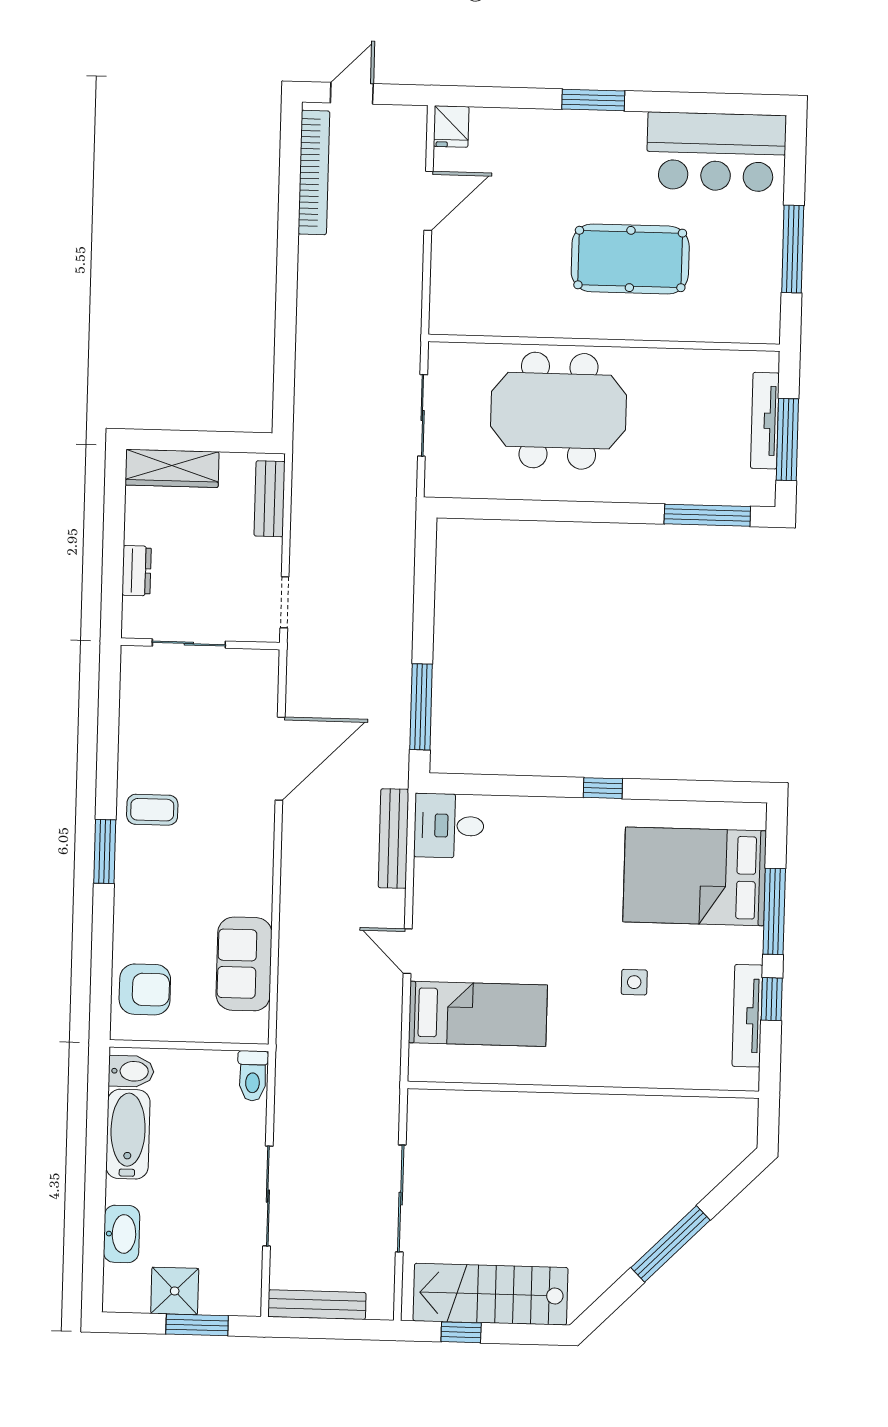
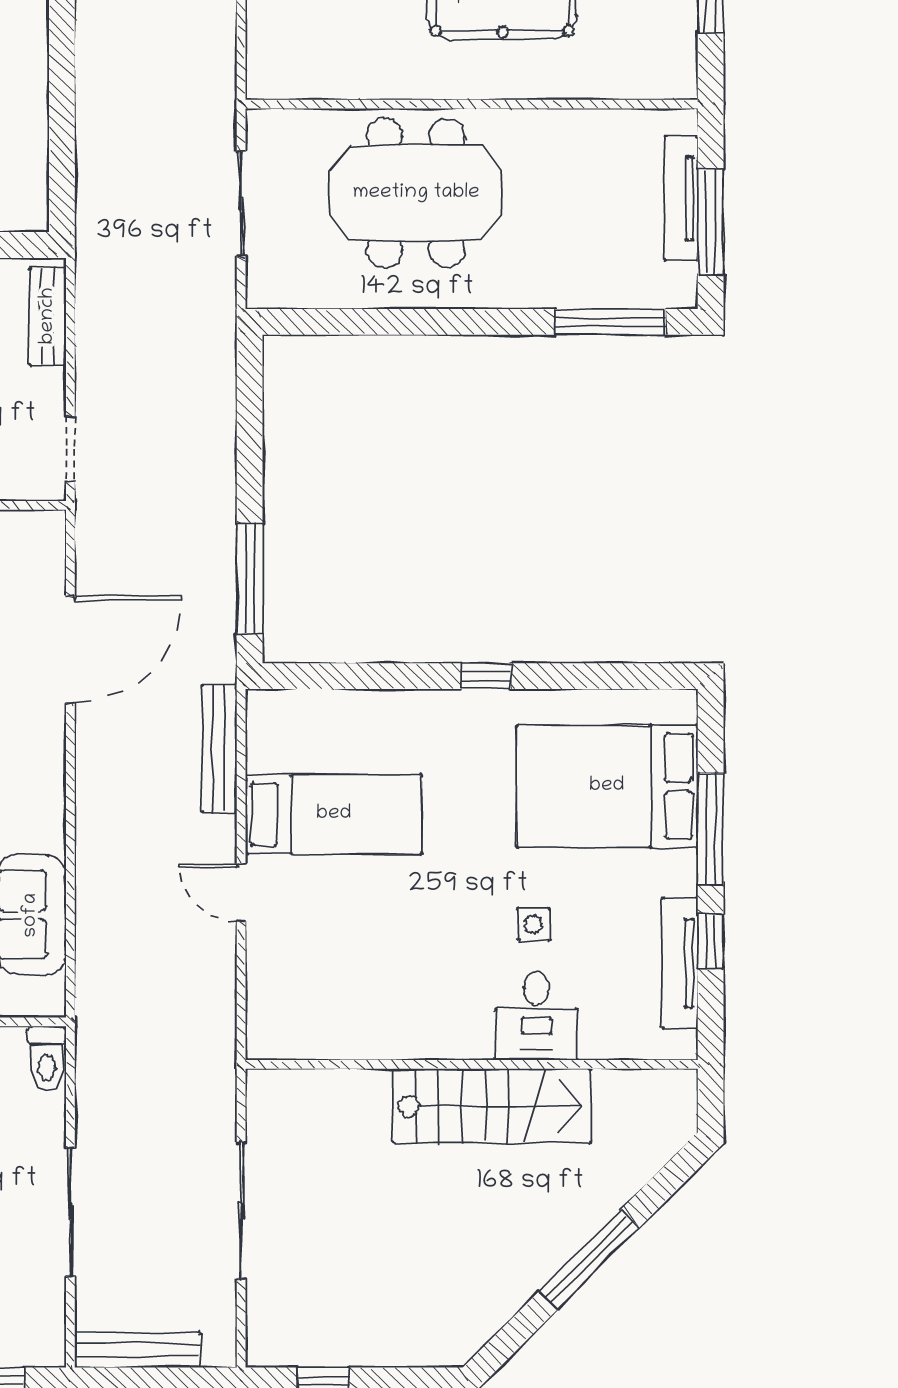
desk: (449, 826) -> (537, 1016), moved, turned -90
bed: (478, 1014) -> (334, 814), moved
stairs: (490, 1294) -> (492, 1106), moved, turned 180

